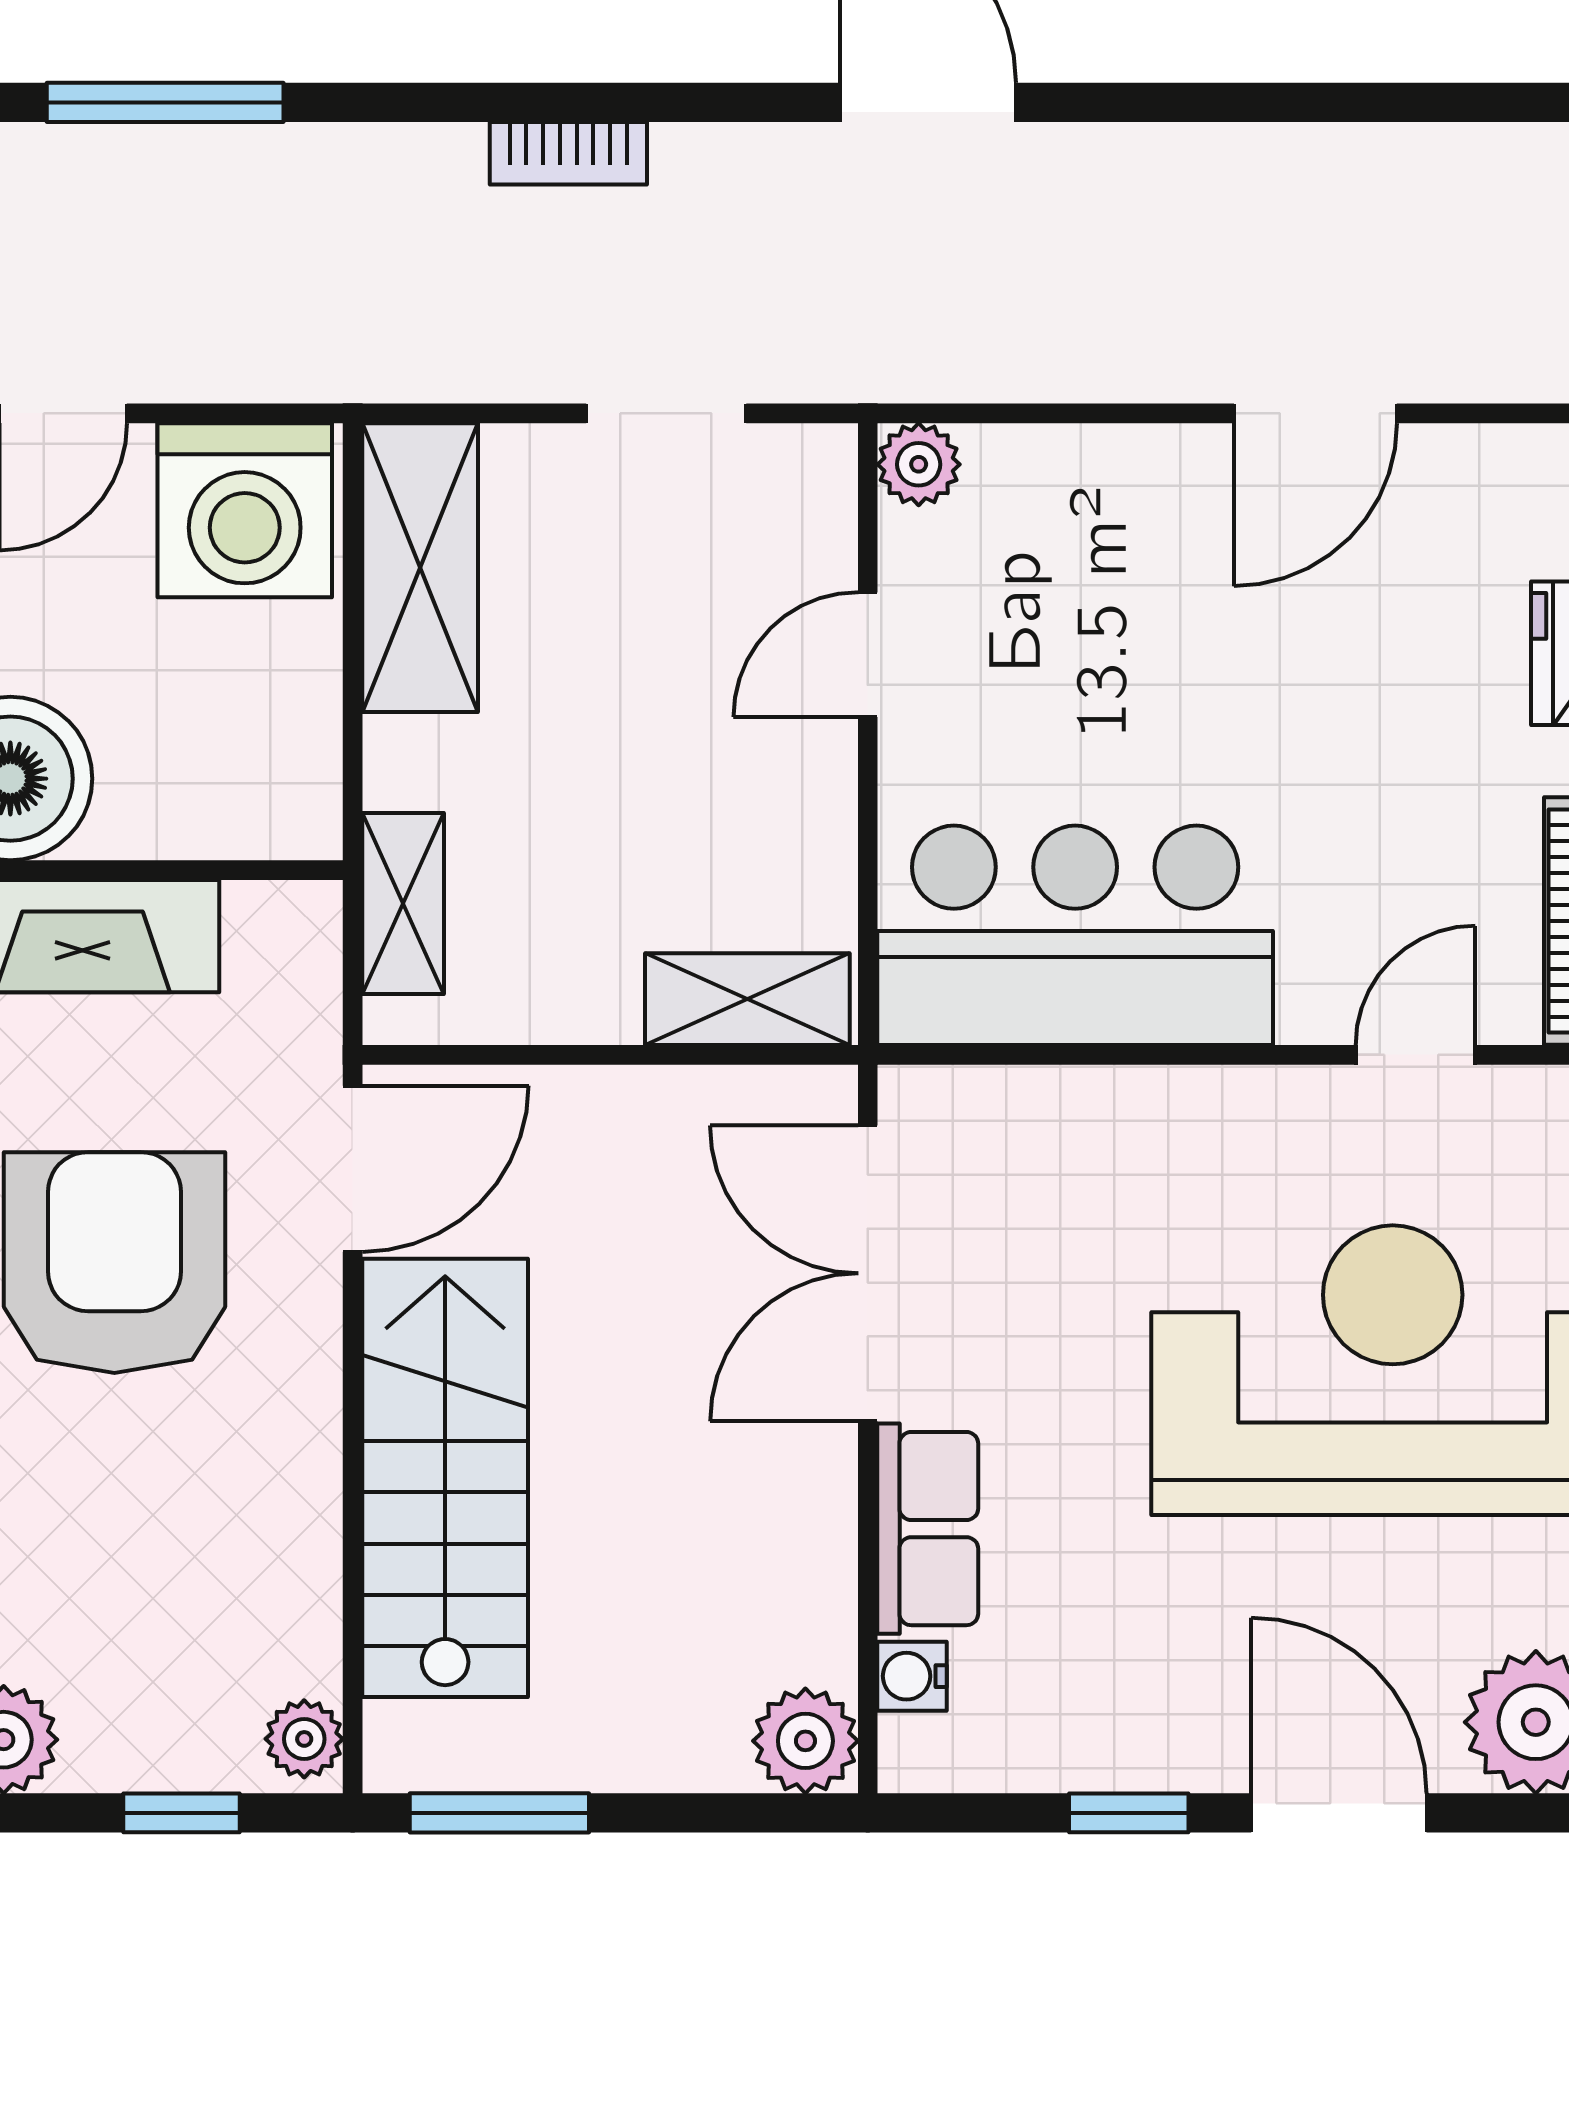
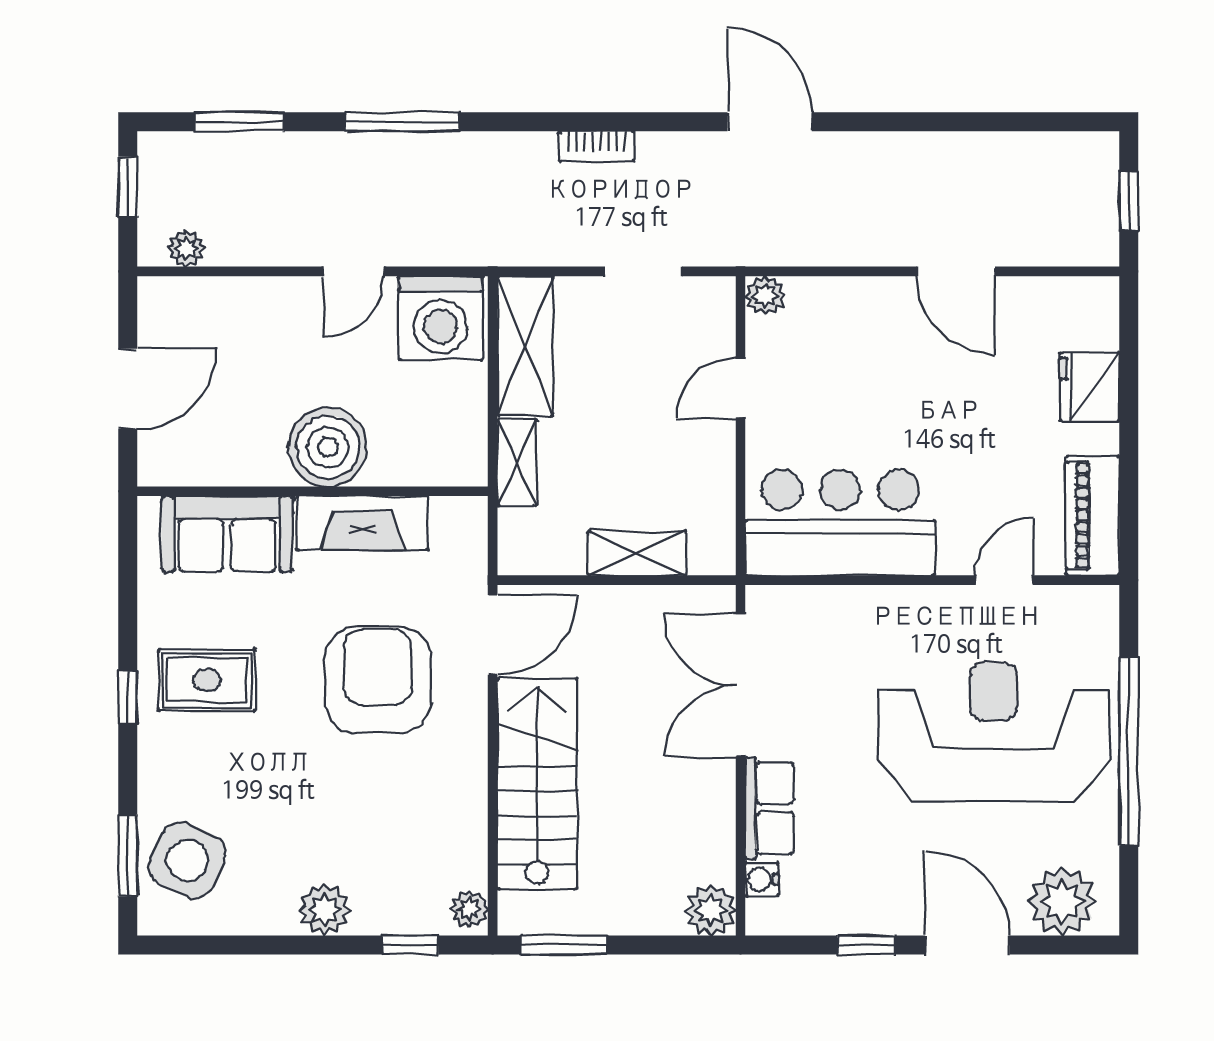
door: (1315, 413) -> (956, 271), hinge flipped
shelving: (403, 904) -> (517, 462), moved
shelving: (747, 999) -> (637, 553), moved

